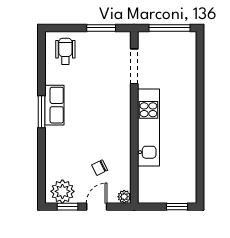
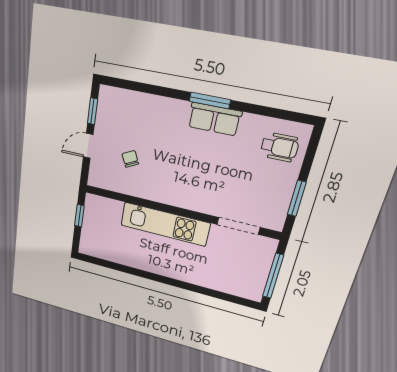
plant: (62, 191) -> (110, 109), removed
plant: (124, 197) -> (95, 180), removed
door: (97, 207) -> (88, 146), swing flipped
window: (177, 207) -> (79, 216), moved

